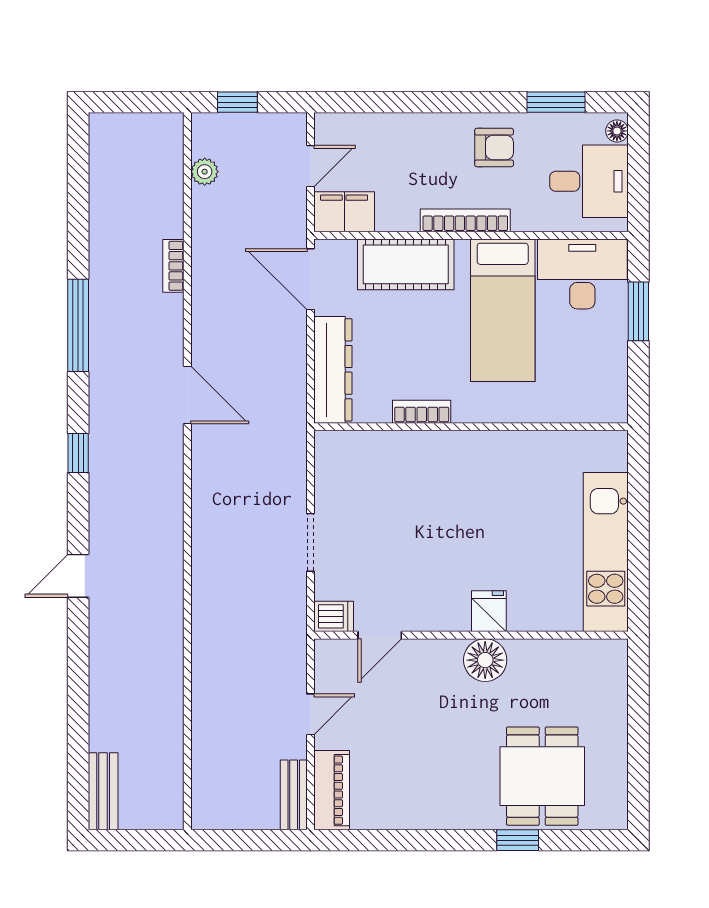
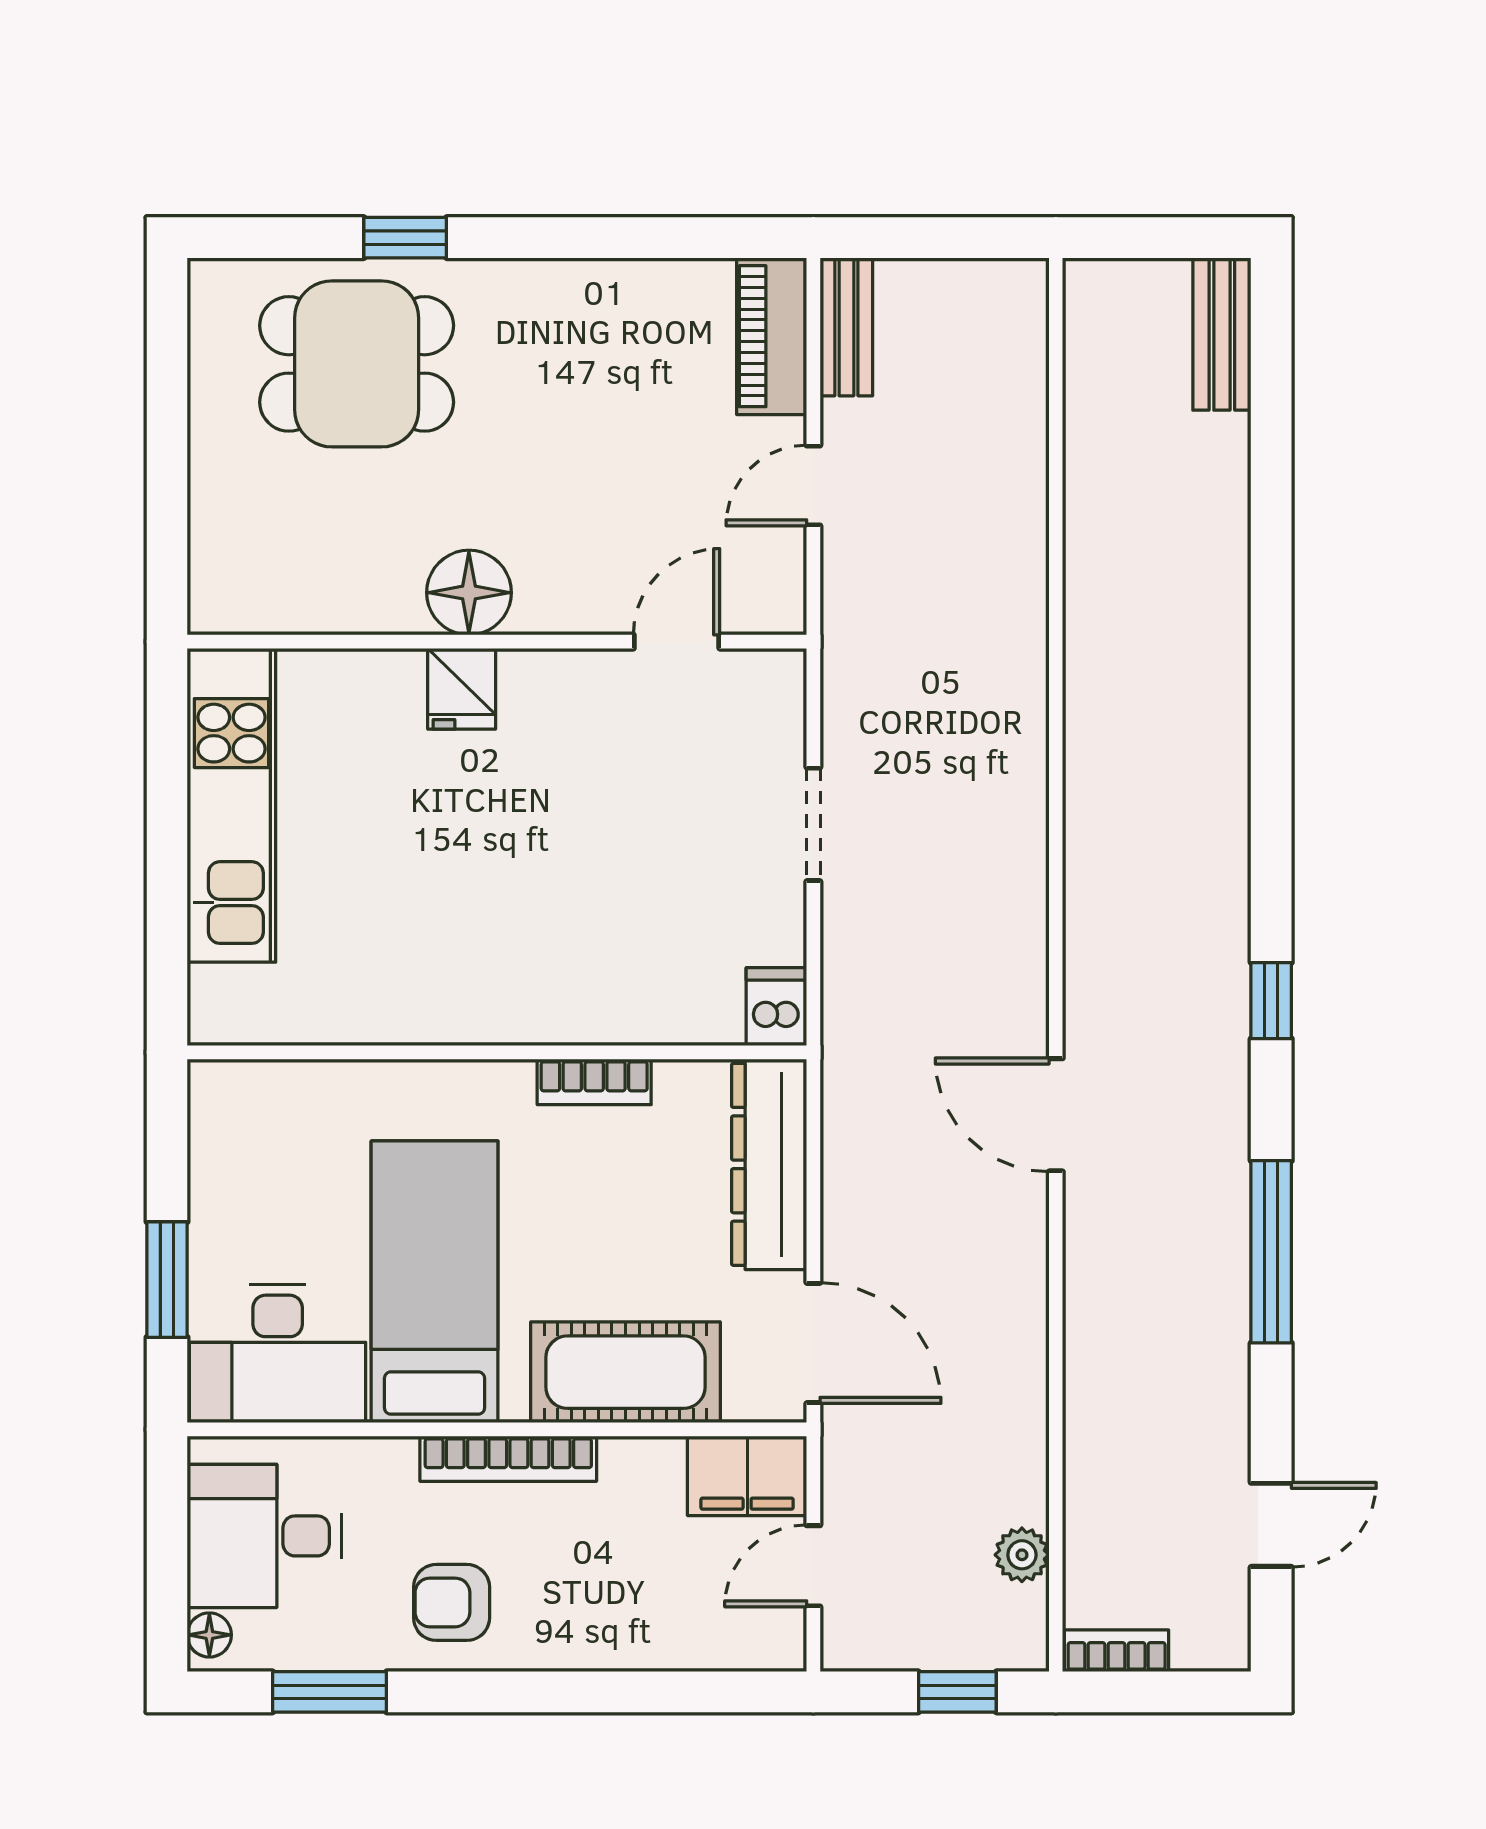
bookcase: (173, 266) -> (1117, 1651), moved, turned -90
door: (78, 576) -> (1271, 1525), moved
dishwasher: (334, 616) -> (776, 1007), moved, turned 90
dining table: (542, 776) -> (357, 364), turned 90

